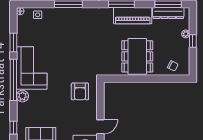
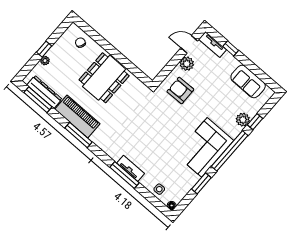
tv unit: (68, 12) -> (131, 168), added
armchair: (80, 91) -> (180, 90), turned -91
plant: (22, 96) -> (243, 120), moved
plant: (91, 113) -> (187, 64), added
window: (13, 128) -> (255, 122), moved

